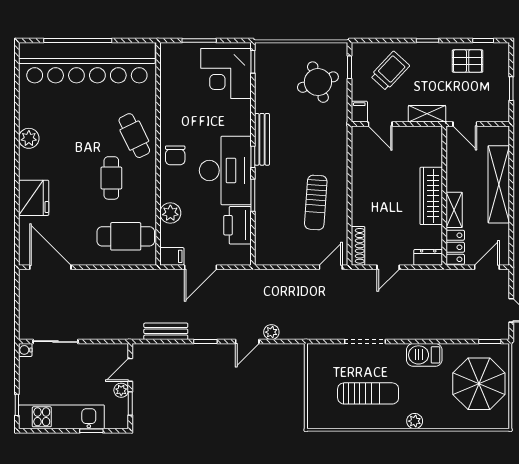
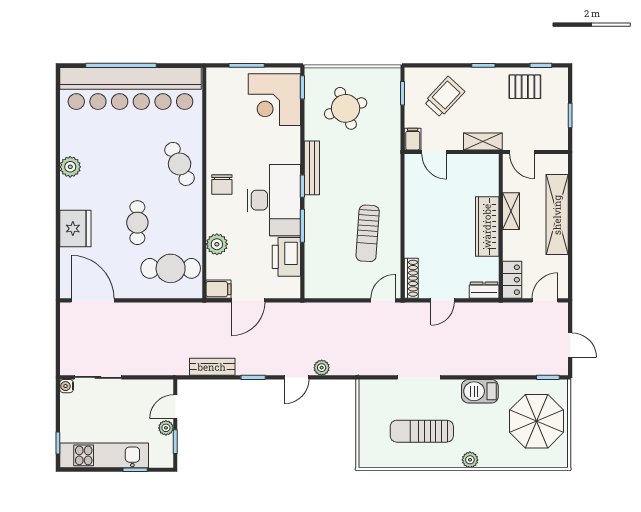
round table: (318, 82) -> (346, 108), moved
cafe table: (111, 178) -> (137, 223), moved
shelving: (454, 210) -> (511, 211), moved
sun lounger: (368, 393) -> (422, 431), turned 180

